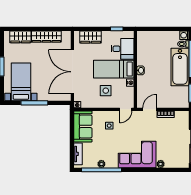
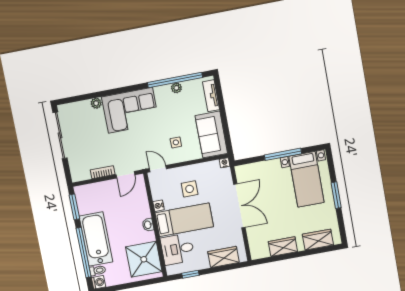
wardrobe: (46, 36) -> (283, 247), width x0.67
shower: (148, 46) -> (144, 259), added
double door: (72, 72) -> (239, 206), width x0.73
door: (126, 109) -> (158, 169), hinge flipped

